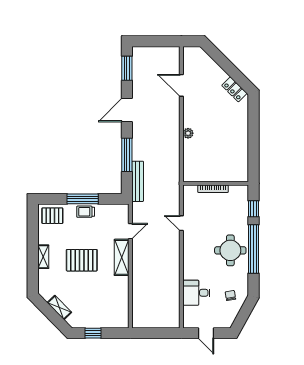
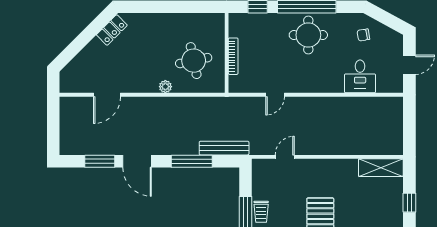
window: (127, 68) -> (100, 161), moved
round table: (209, 156) -> (194, 61), added
door: (130, 231) -> (285, 157), hinge flipped
shelving: (122, 257) -> (381, 168), moved

